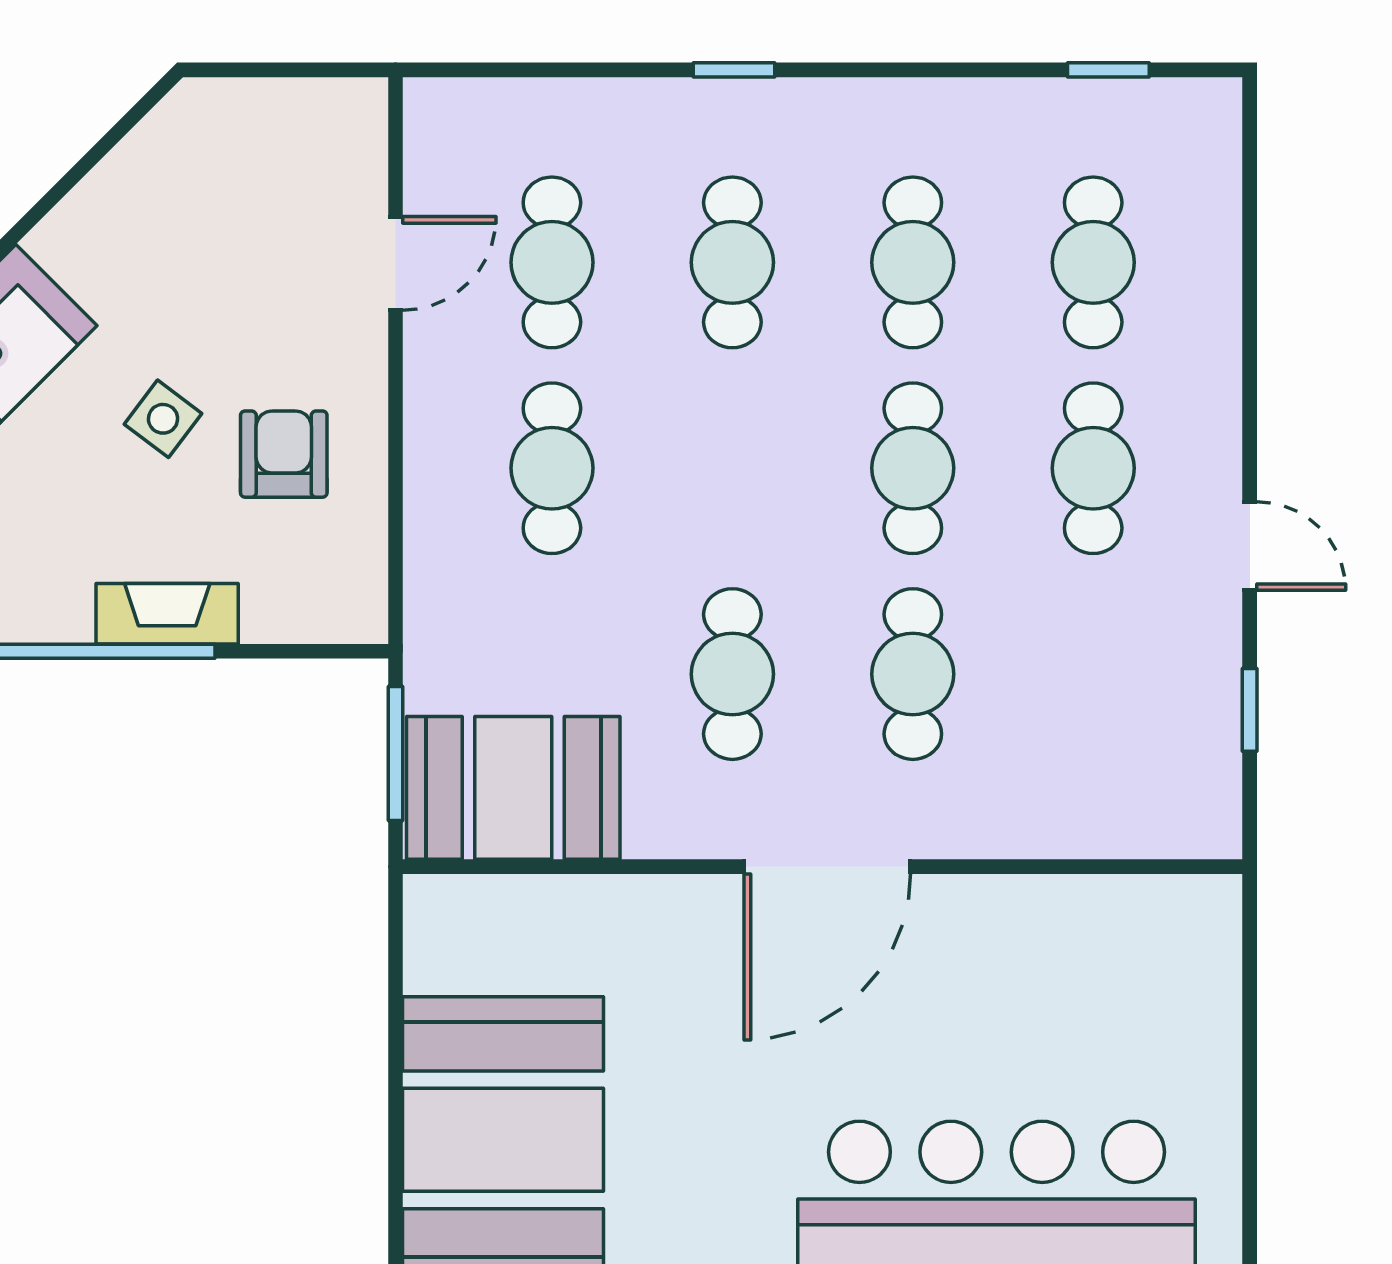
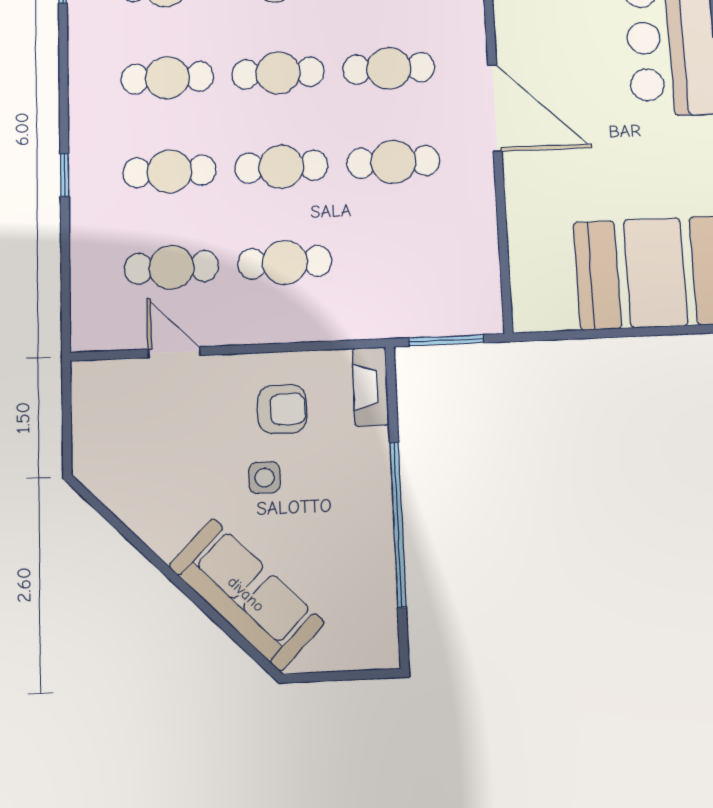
side table: (163, 419) -> (264, 478), turned -37
armchair: (284, 454) -> (282, 409), turned 180
cafe table: (732, 468) -> (281, 167), added
fireplace: (167, 614) -> (370, 387), moved
booth: (513, 788) -> (462, 276), removed

